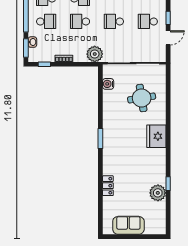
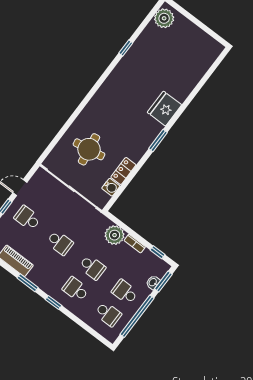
school desk: (148, 21) -> (27, 218), turned 180
plant: (95, 54) -> (115, 235), moved
fridge: (156, 136) -> (164, 109), moved, turned 180
locker: (108, 186) -> (123, 171), moved
plant: (158, 193) -> (164, 18), moved
sofa: (128, 225) -> (194, 37), removed

